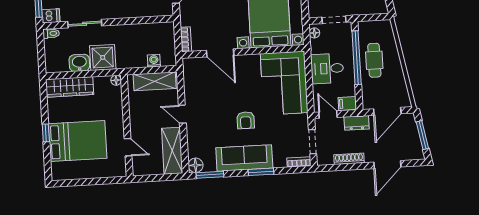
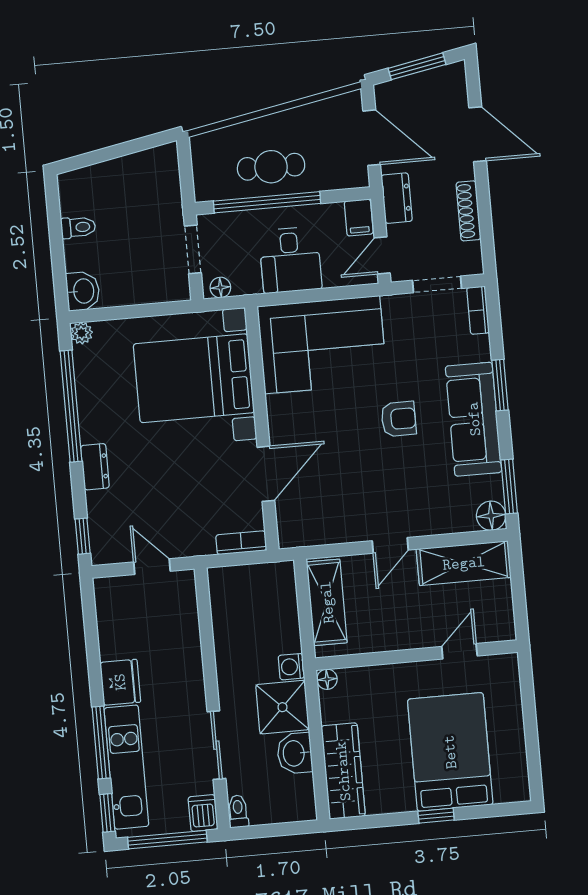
washing machine: (154, 61) -> (291, 667), moved

